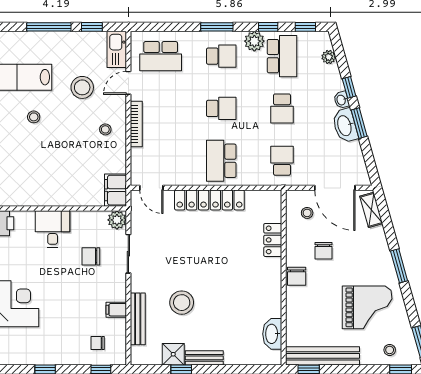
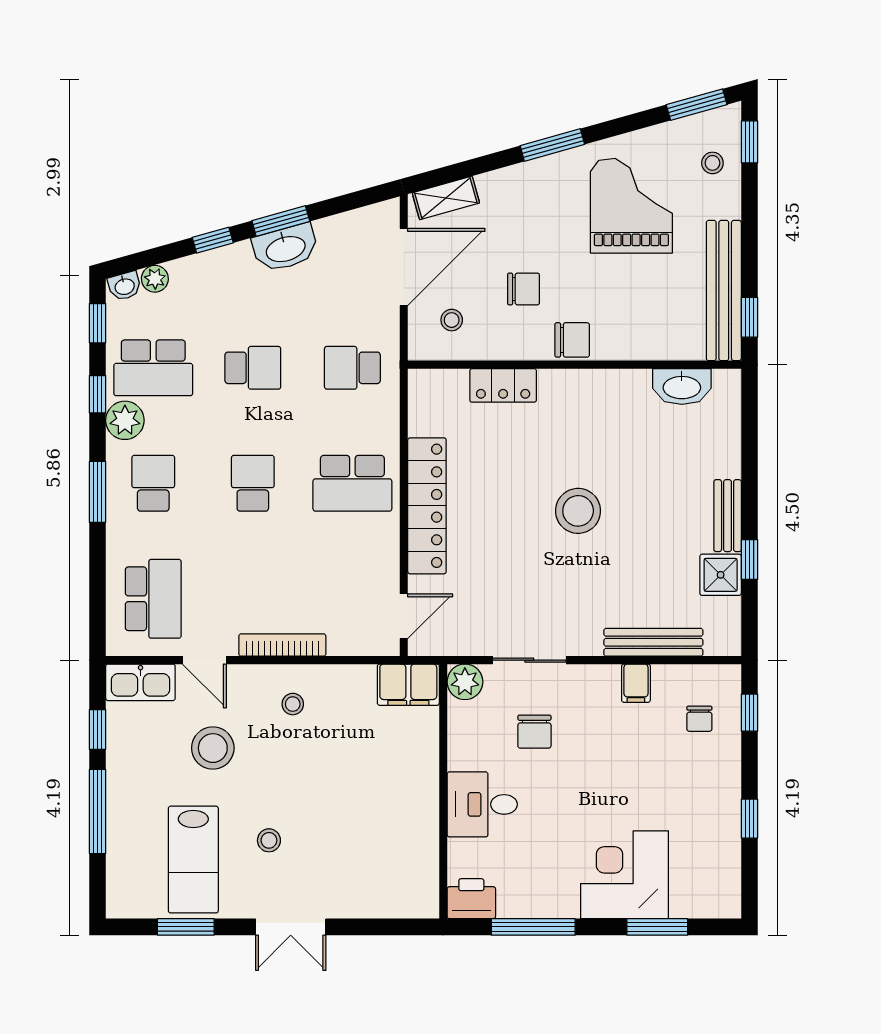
school desk: (282, 56) -> (153, 368), turned 180
washbasin: (341, 100) -> (125, 286), moved
stool: (182, 303) -> (578, 511), moved

